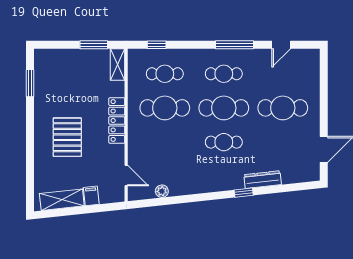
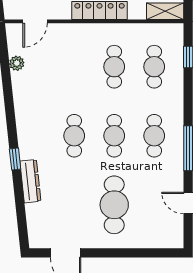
cafe table: (165, 108) -> (114, 67), width x0.73, depth x0.74
cafe table: (224, 108) -> (114, 136), width x0.73, depth x0.74

